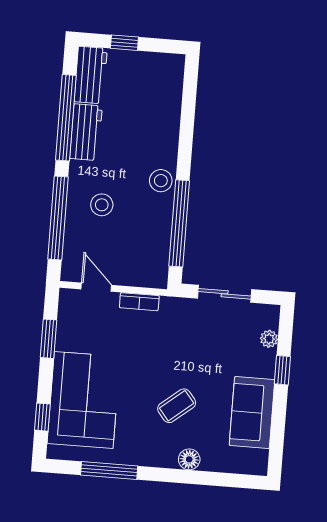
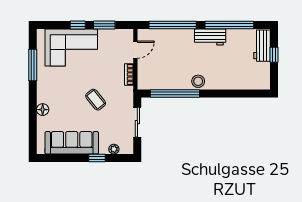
workbench: (91, 75) -> (262, 46), moved, turned 90
workbench: (86, 132) -> (210, 37), moved
stool: (102, 205) -> (182, 49), removed
coffee table: (177, 406) -> (96, 100), moved
sofa: (252, 413) -> (72, 143), width x1.36
window: (42, 417) -> (78, 25), moved

